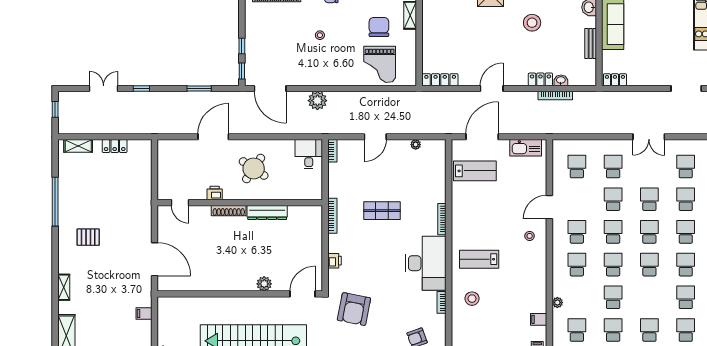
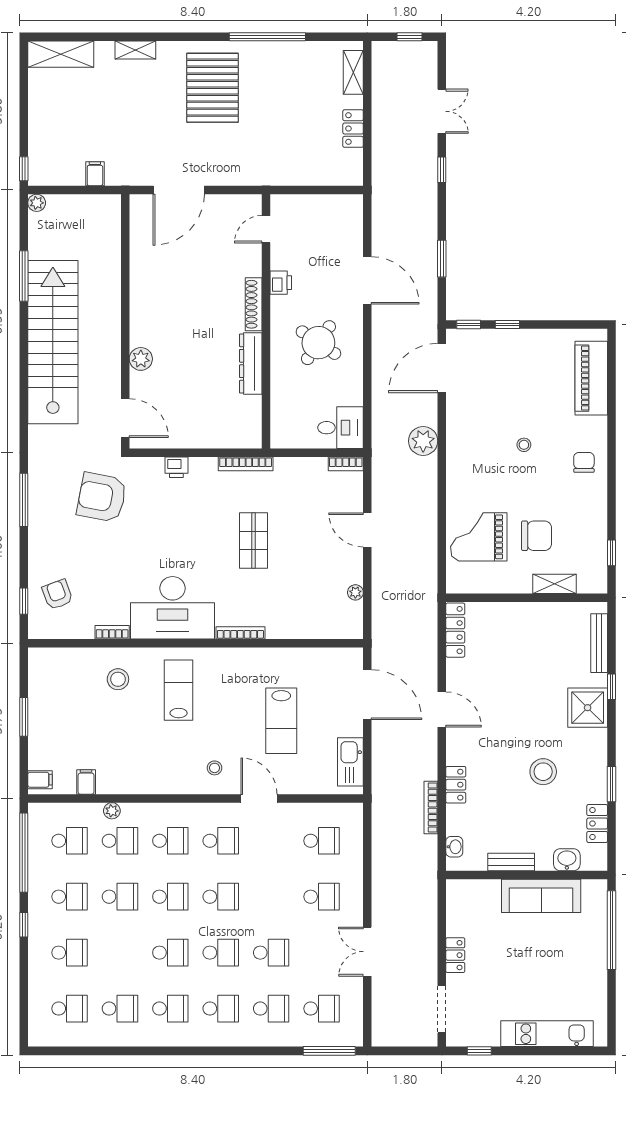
washbasin: (561, 80) -> (454, 847), moved
locker: (615, 80) -> (455, 955), moved
lab bench: (475, 171) -> (281, 721), moved
school desk: (613, 199) -> (120, 841), moved
pallet: (88, 237) -> (213, 88), width x2.05, depth x2.00

